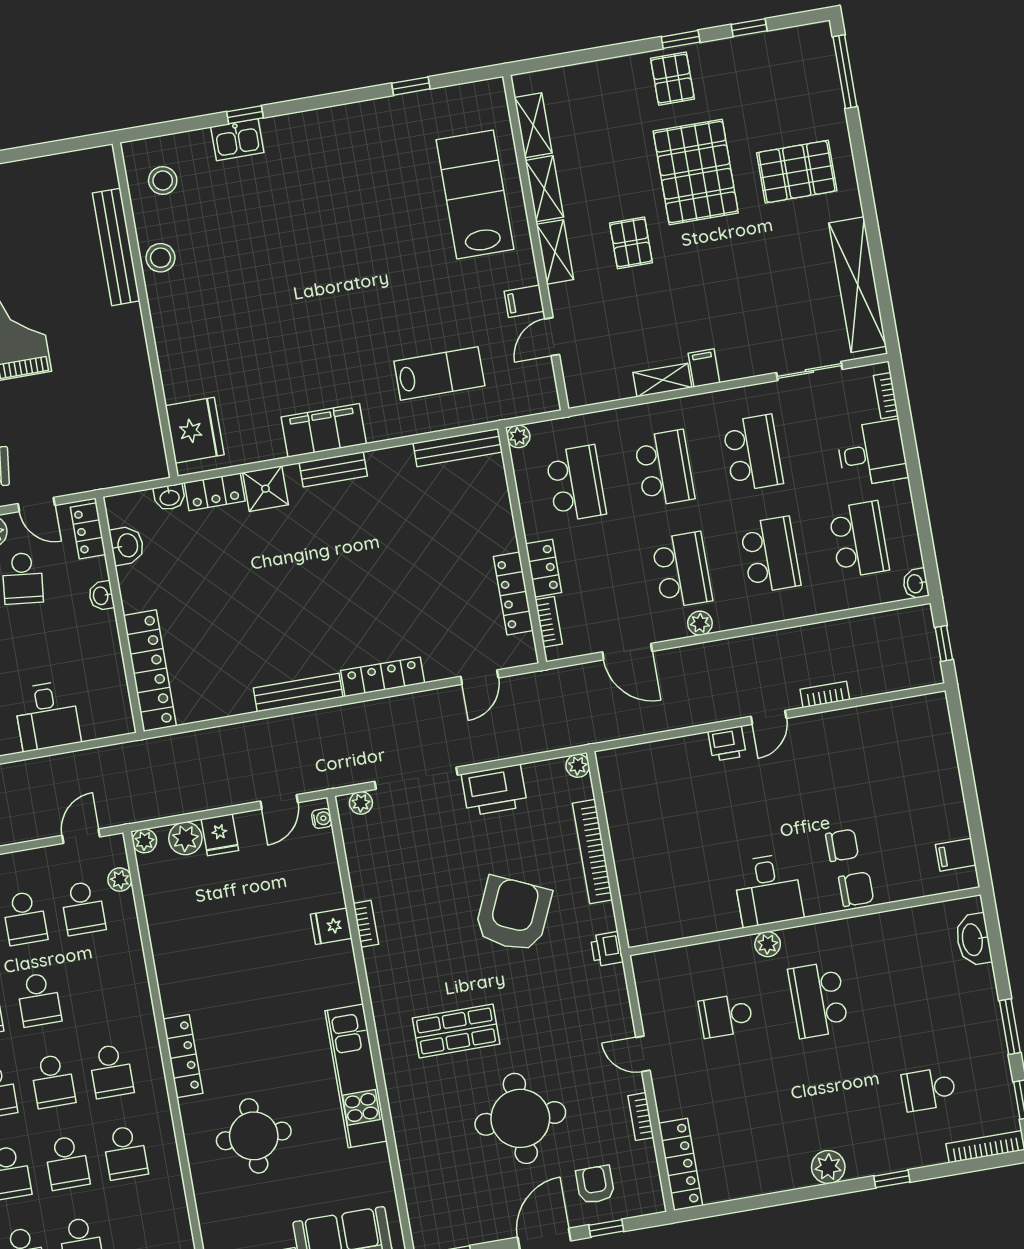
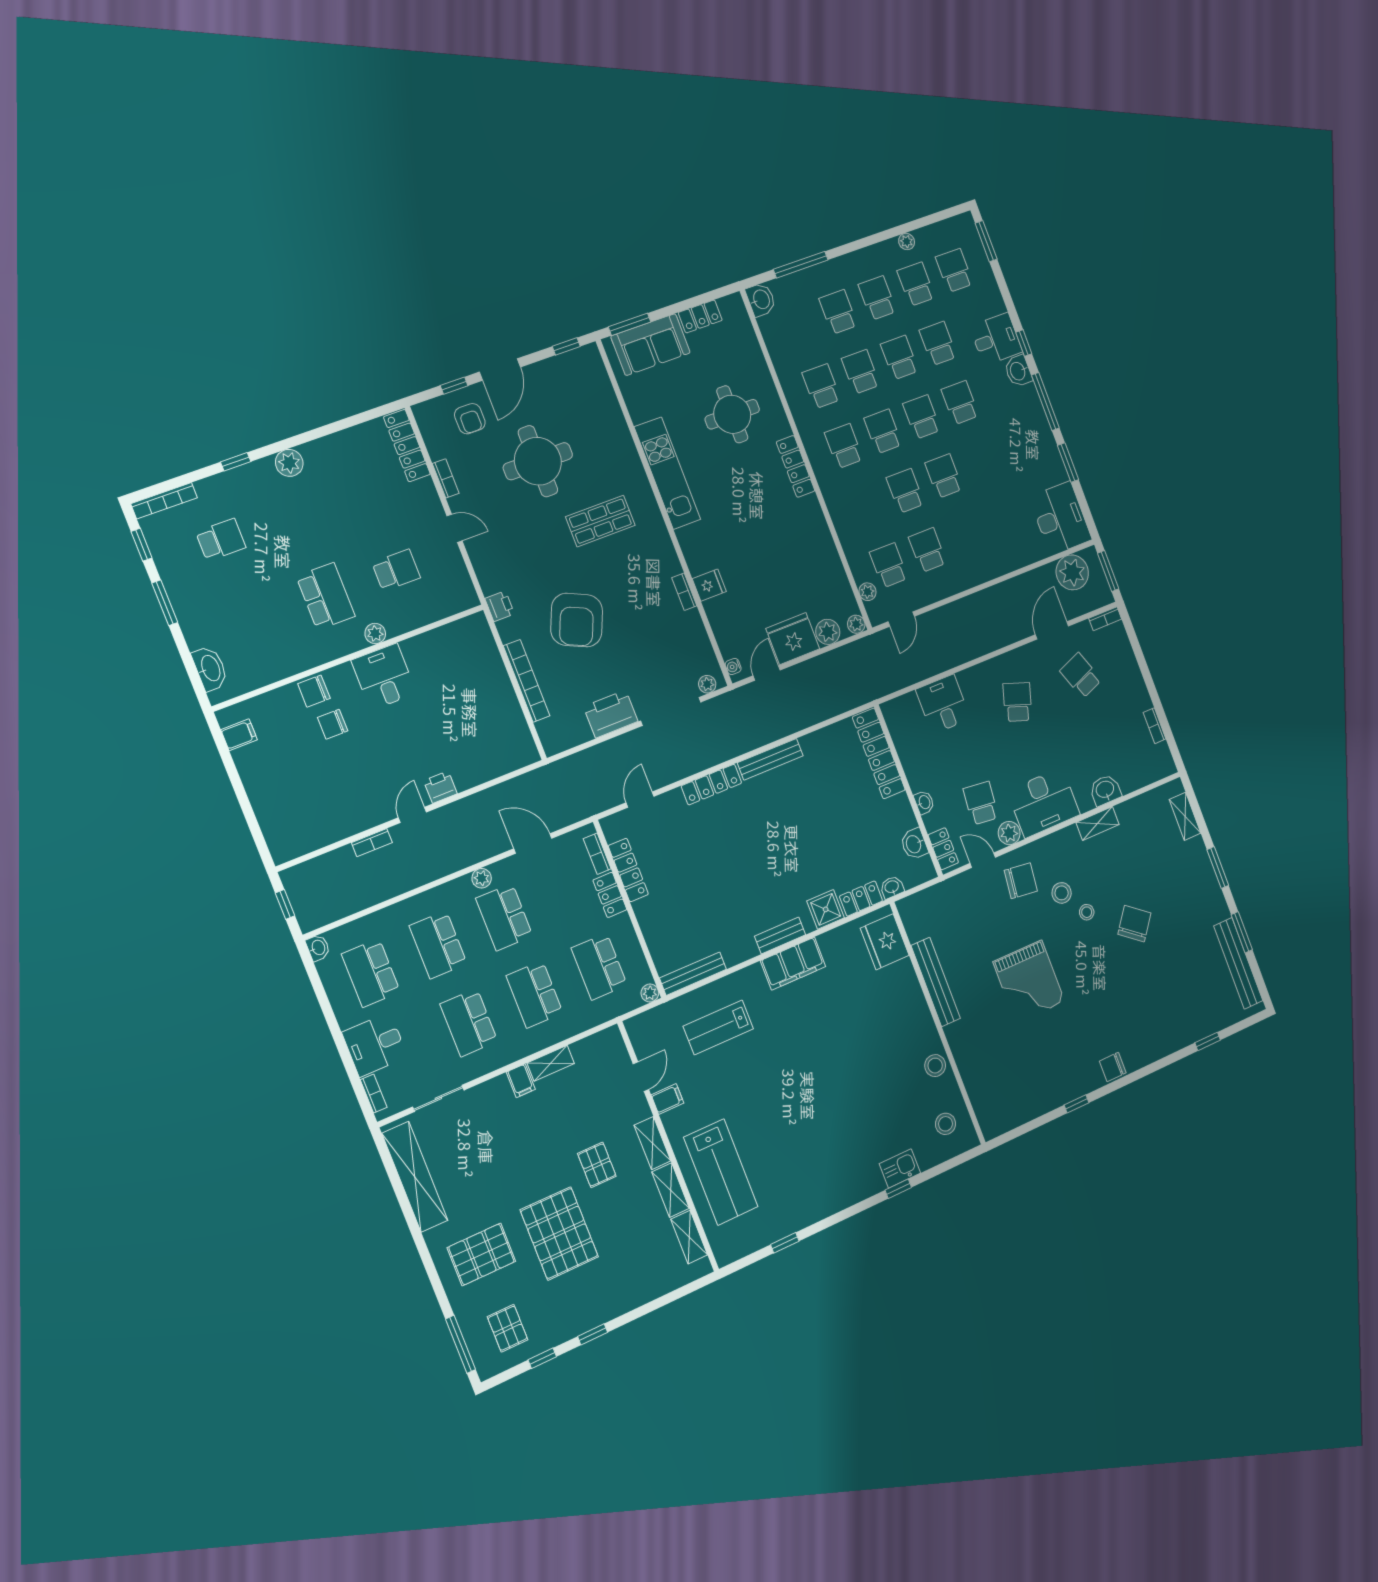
pallet: (672, 79) -> (508, 1328), moved
bench: (116, 247) -> (936, 982), moved
plant: (578, 766) -> (552, 746), removed
fridge: (220, 835) -> (793, 639), width x1.88, depth x1.34

